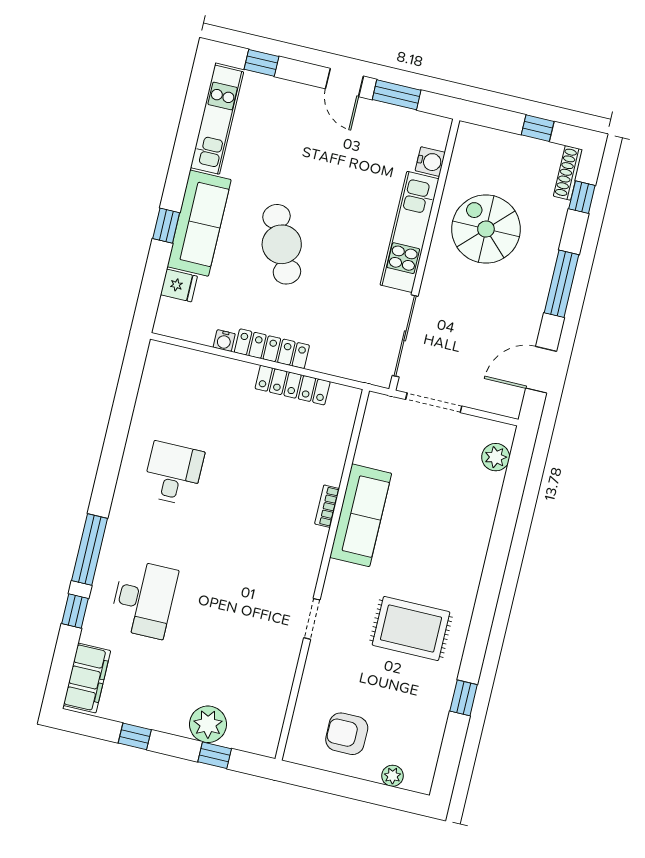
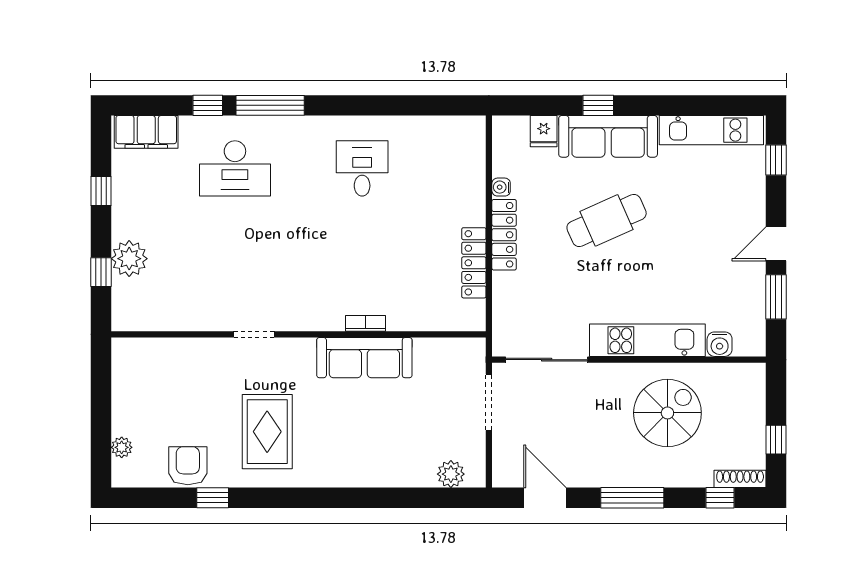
desk: (173, 473) -> (362, 168), turned -90
armchair: (347, 734) -> (188, 466), moved

